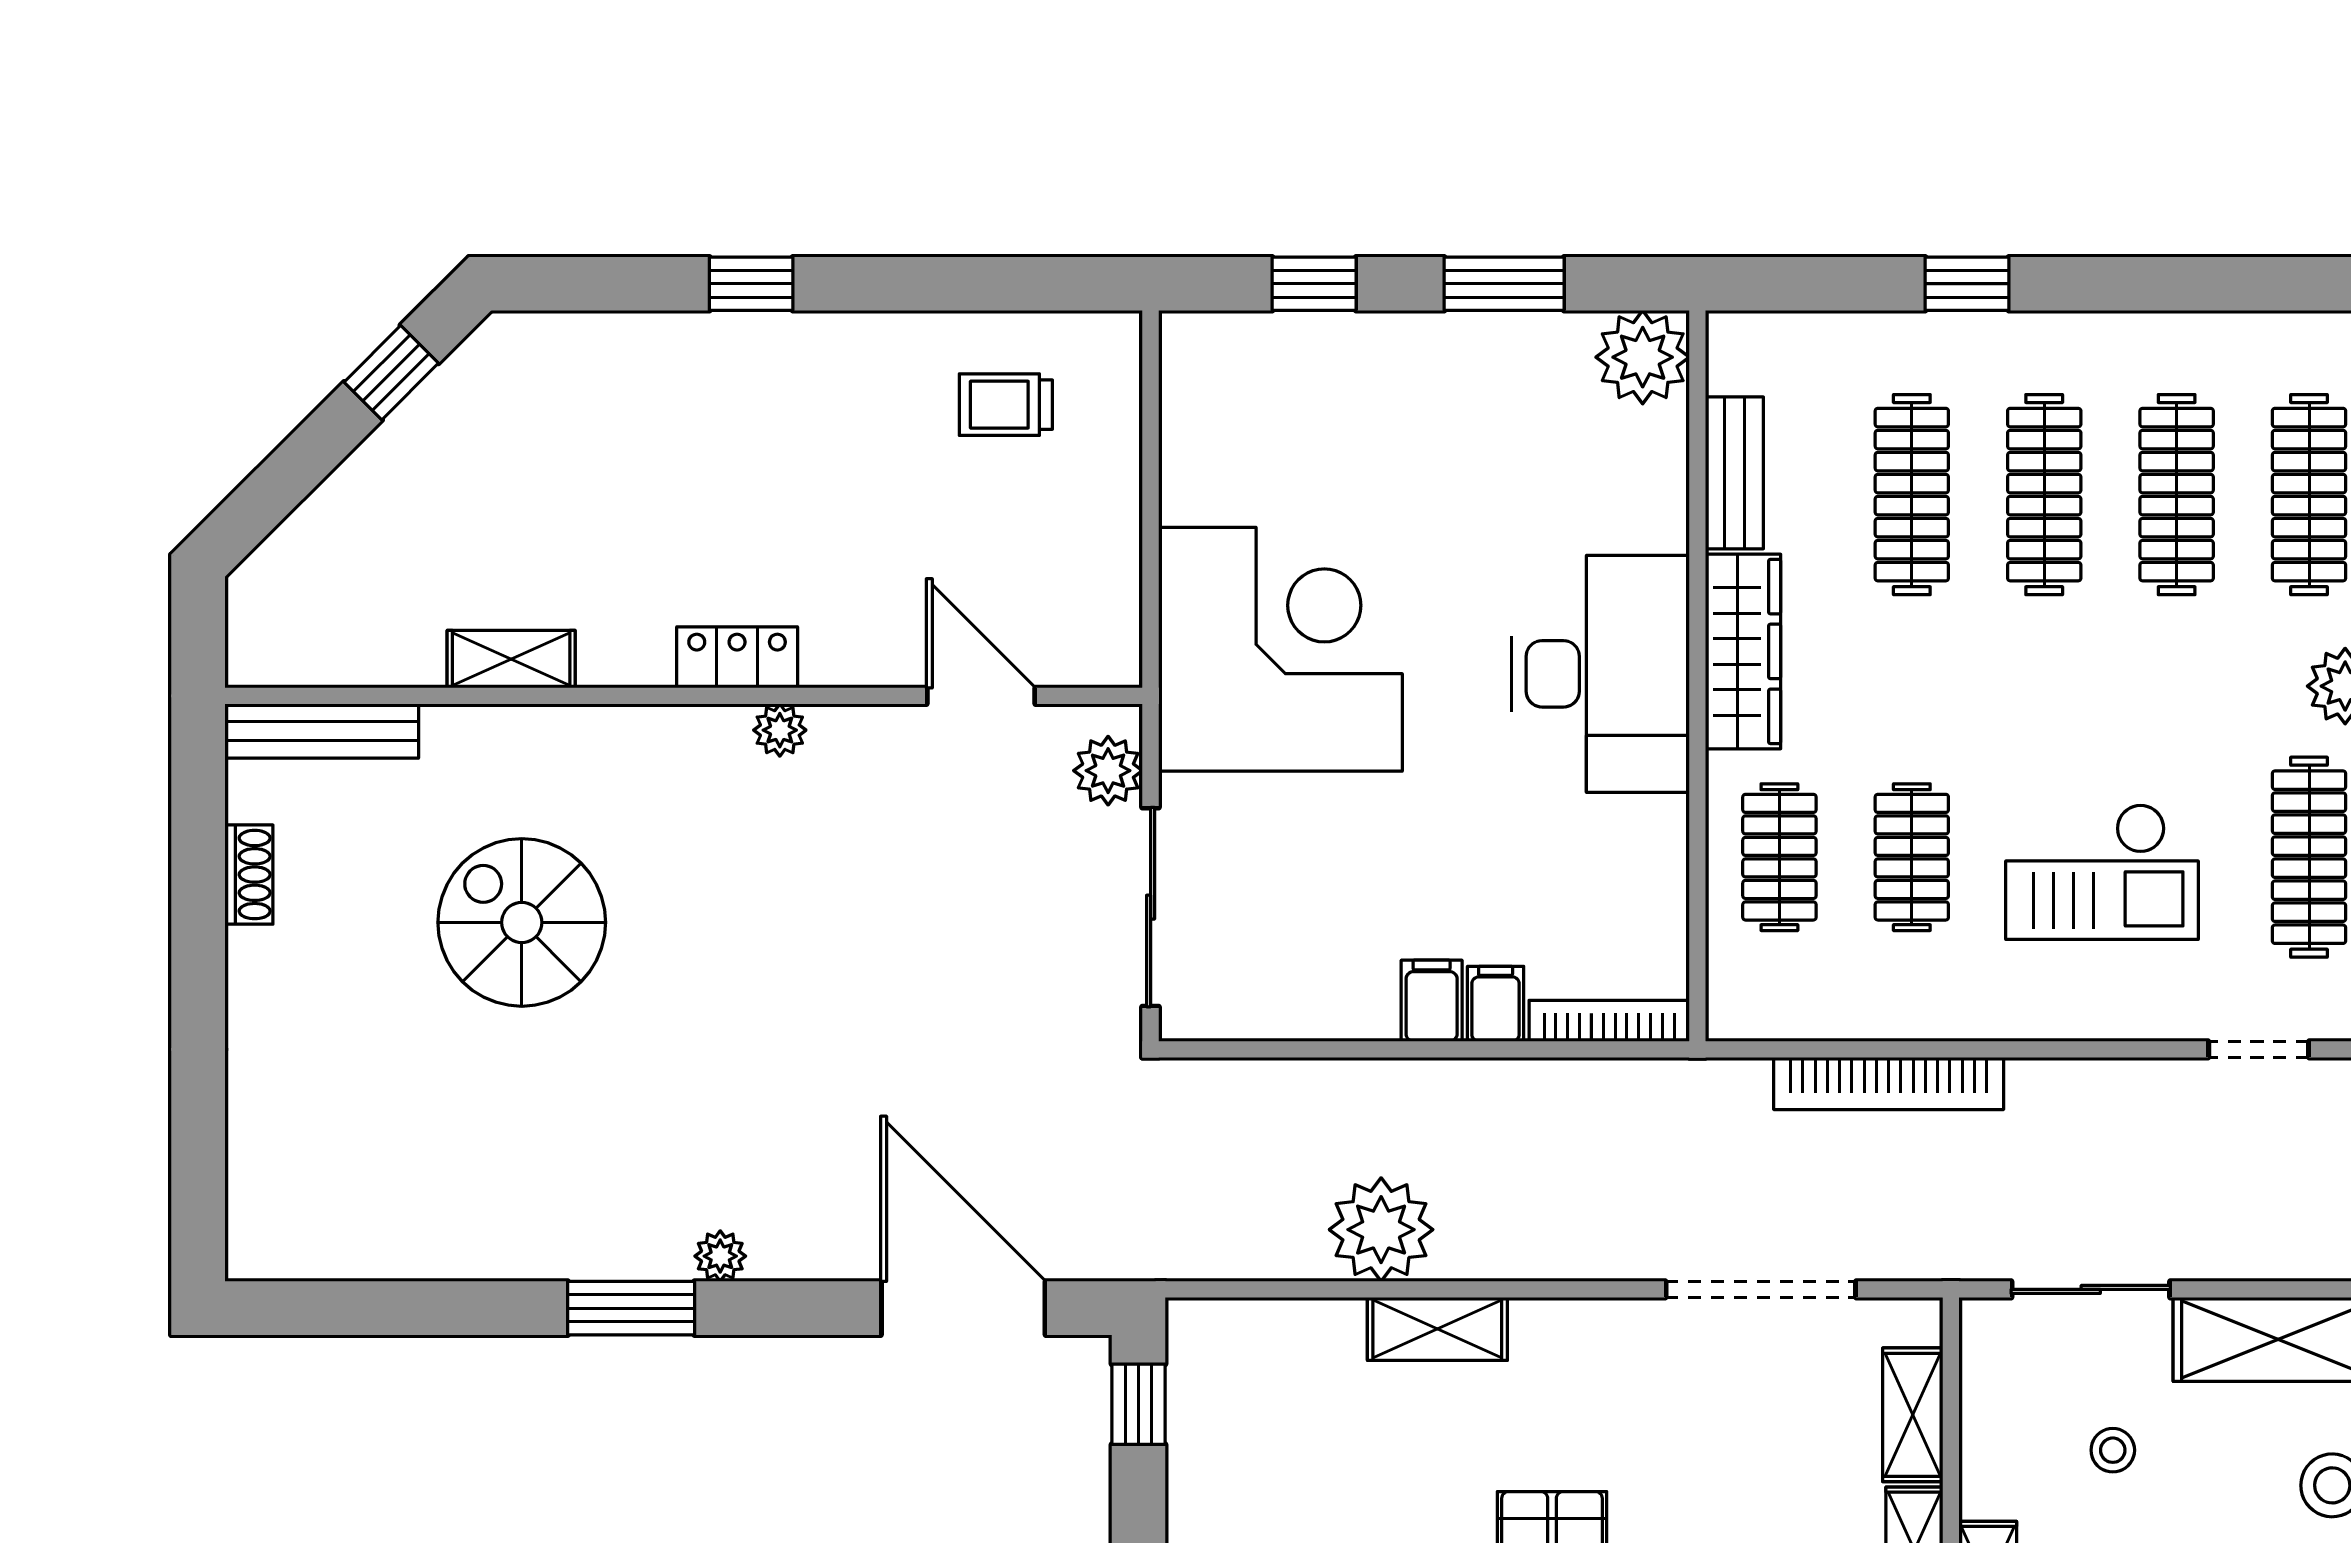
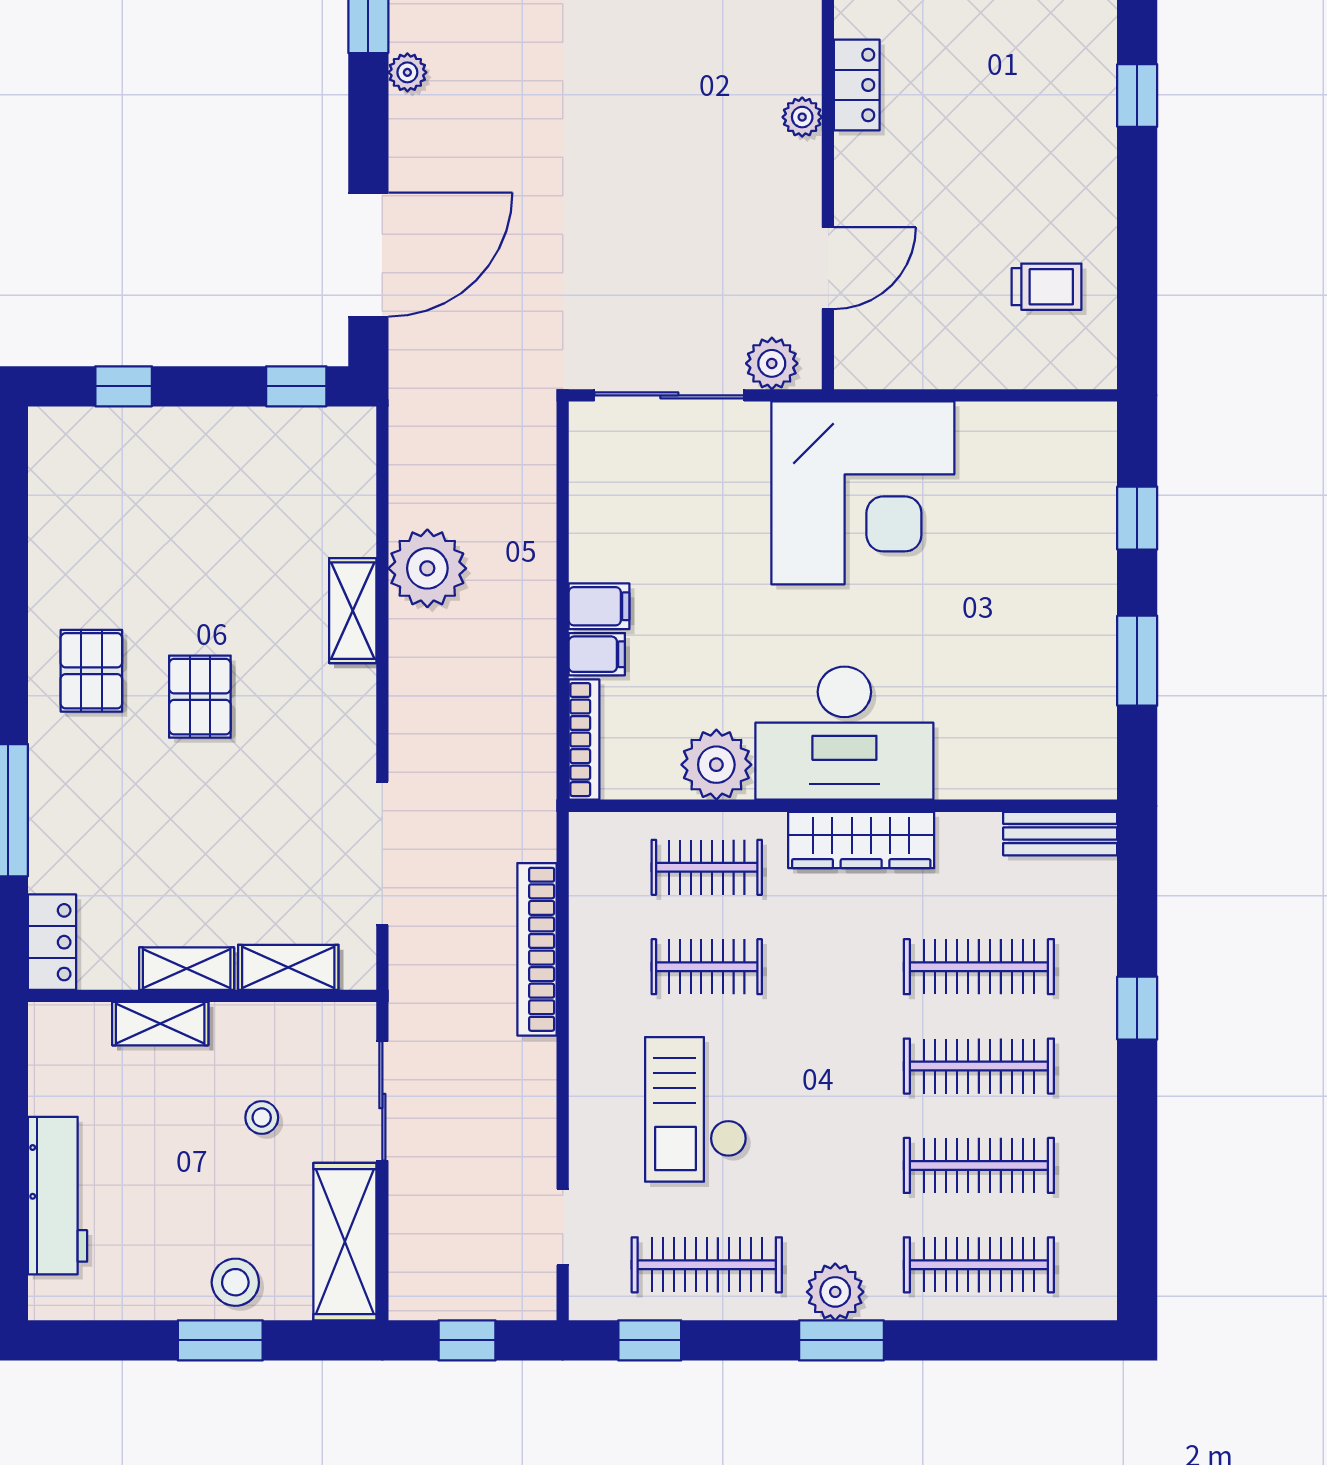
plant: (1643, 357) -> (716, 765), moved
trolley: (1006, 405) -> (1046, 287), turned 90
bench: (1734, 473) -> (1060, 834), moved

